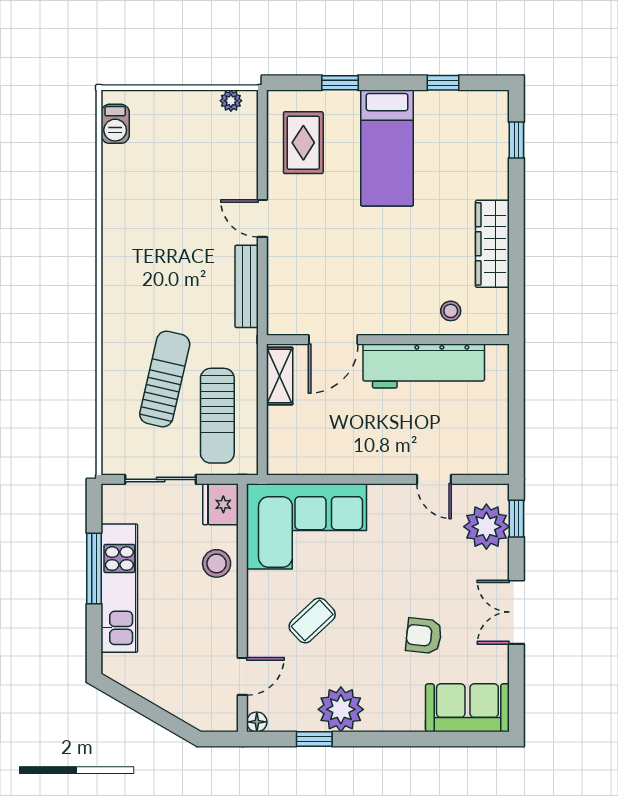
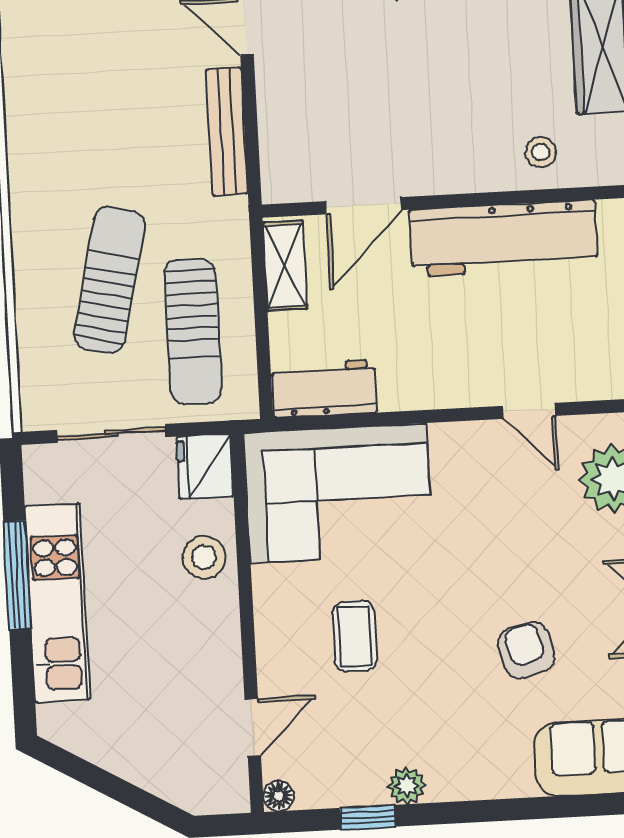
workbench: (301, 458) -> (324, 389), added
coffee table: (312, 620) -> (355, 636), turned -47
armchair: (424, 636) -> (526, 650), turned 69
plant: (341, 709) -> (407, 786), width x0.53, depth x0.53

